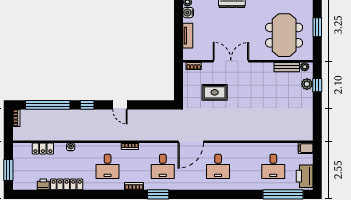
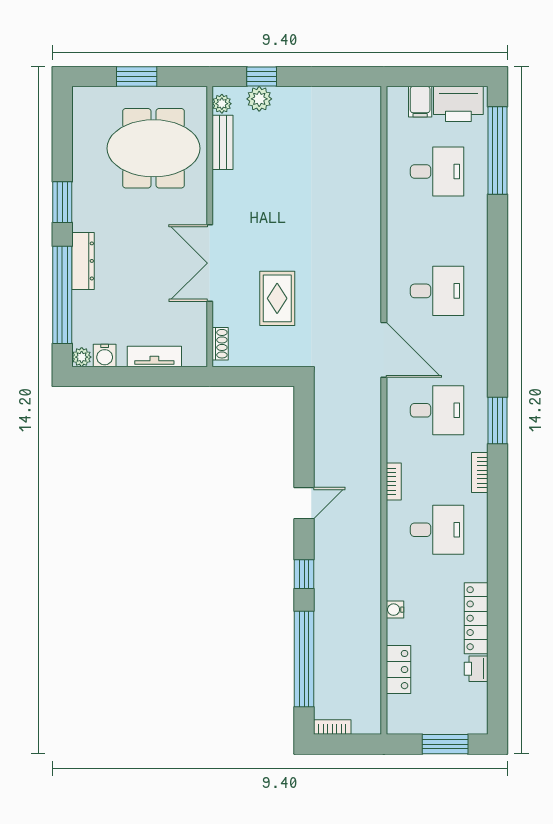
filing cabinet: (306, 148) -> (420, 102), moved

